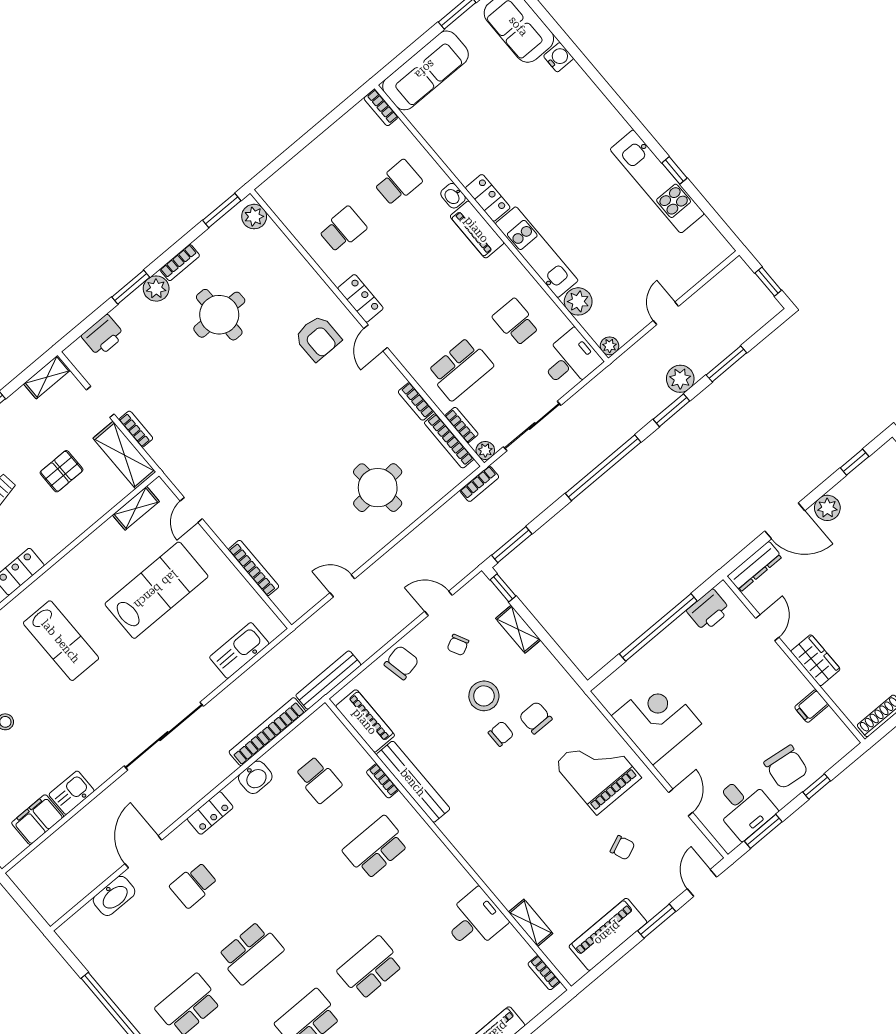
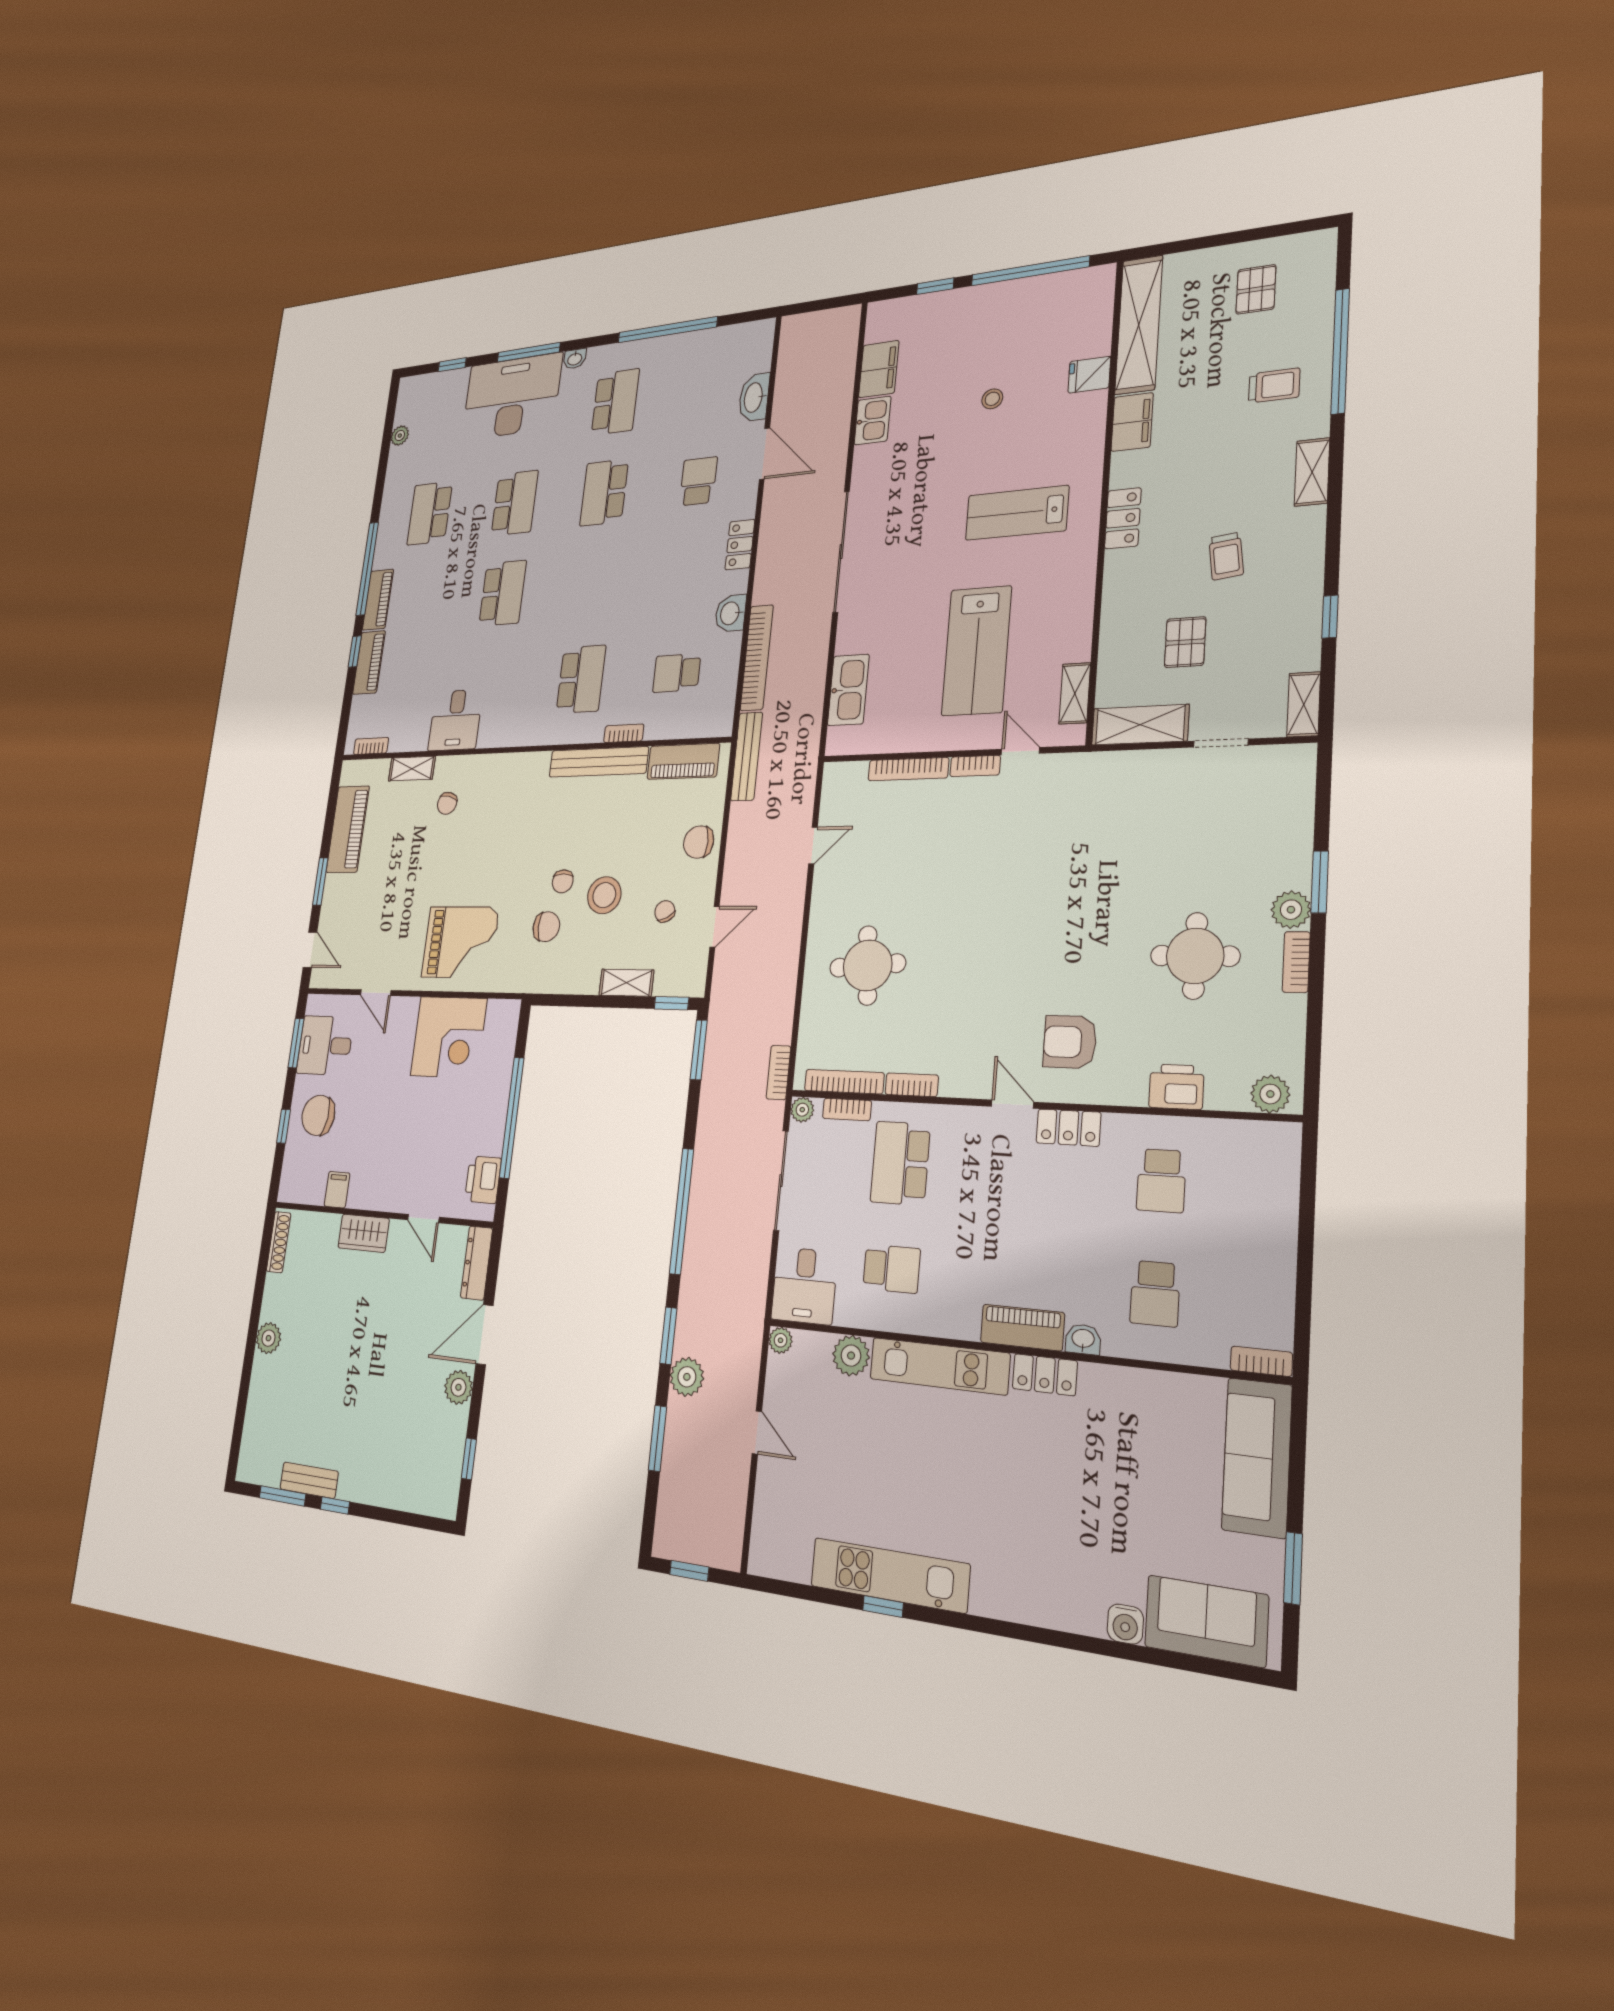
window: (222, 210) -> (1313, 1063), removed
printer: (103, 336) -> (1176, 1087), moved, turned 90
bookcase: (136, 429) -> (975, 766), moved
chair: (401, 663) -> (699, 842), turned 102
chair: (622, 848) -> (447, 803), moved, turned -53

